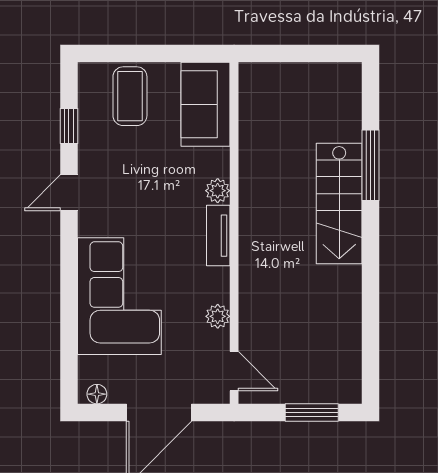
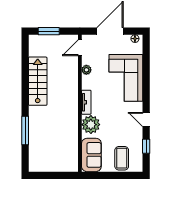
plant: (218, 191) -> (91, 125), width x1.87, depth x1.87
door: (69, 193) -> (146, 119), swing flipped
stairs: (339, 203) -> (38, 81), moved
door: (234, 371) -> (80, 48), hinge flipped

